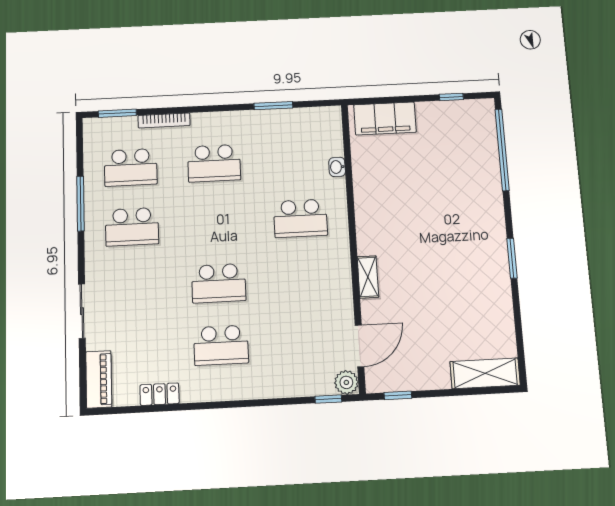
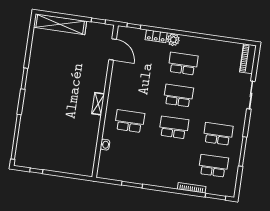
filing cabinet: (385, 118) -> (74, 166), removed
school desk: (214, 163) -> (174, 127), moved
shelving: (368, 277) -> (98, 104), moved
door: (359, 346) -> (113, 49), swing flipped
shelving: (485, 373) -> (60, 24), width x1.47
plant: (346, 382) -> (173, 40), moved
locker: (160, 394) -> (156, 36), moved

